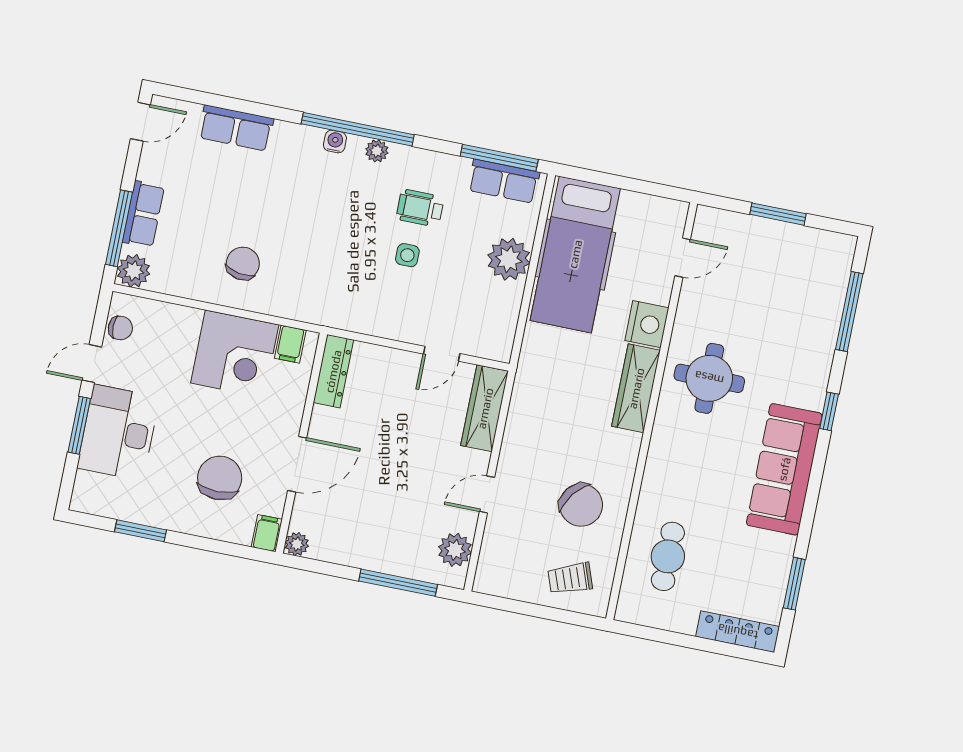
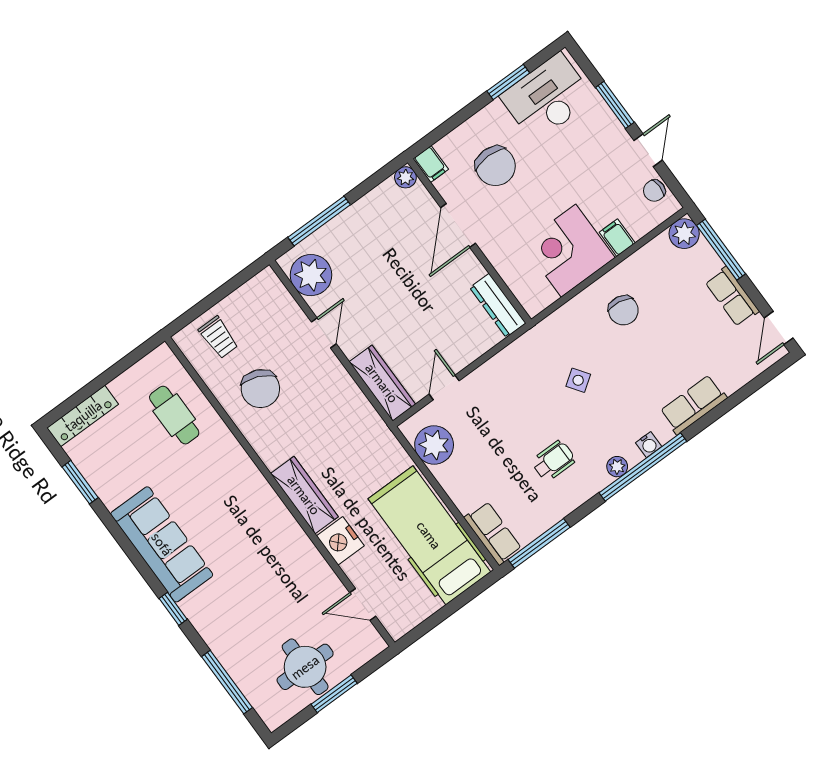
row of seats: (236, 128) -> (693, 405), moved
row of seats: (504, 181) -> (493, 533), moved, turned 90
row of seats: (143, 214) -> (732, 297), moved
side table: (407, 255) -> (578, 380), moved, turned -35
door: (683, 258) -> (363, 605), hinge flipped
plant: (509, 259) -> (434, 445), moved
filing cabinet: (290, 344) -> (617, 238), moved
round table: (709, 378) -> (305, 667), moved
desk: (118, 433) -> (547, 97), moved, turned -90
chair: (581, 505) -> (260, 389), turned -104
plant: (455, 550) -> (311, 275), width x1.36, depth x1.36
trolley: (570, 578) -> (218, 337), turned 110

